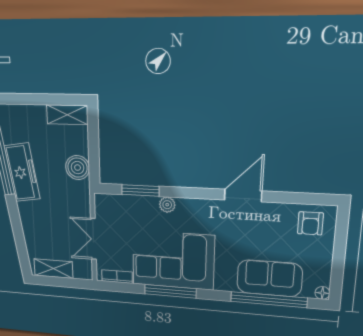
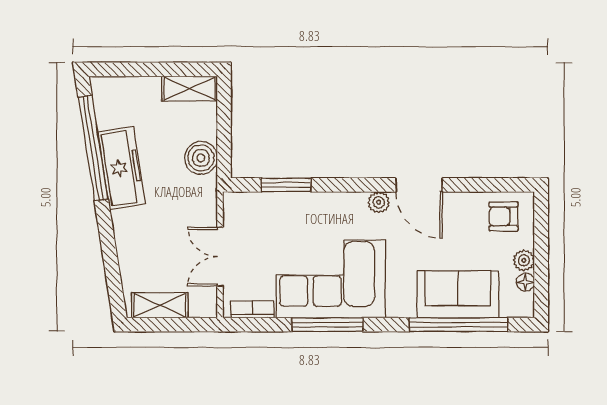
door: (243, 195) -> (419, 185), swing flipped
plant: (167, 205) -> (379, 202), moved
armchair: (310, 223) -> (504, 216), turned 90
plant: (324, 257) -> (524, 260), added
floor lamp: (322, 293) -> (525, 282), moved

